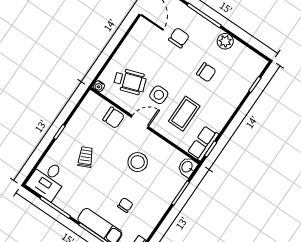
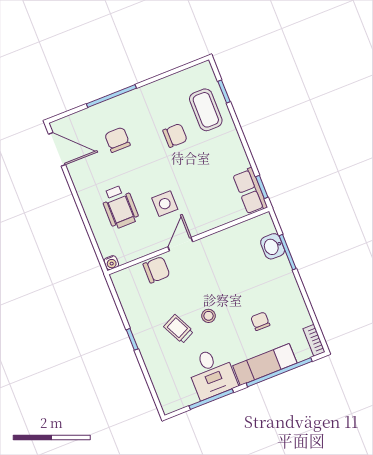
plant: (225, 41) -> (155, 92), removed
wheelchair: (130, 81) -> (120, 207), moved, turned 109
coffee table: (184, 114) -> (206, 110), moved
stool: (138, 162) -> (208, 316), moved, width x0.53, depth x0.53
washbasin: (187, 167) -> (273, 246), moved
desk: (47, 180) -> (212, 373), moved

